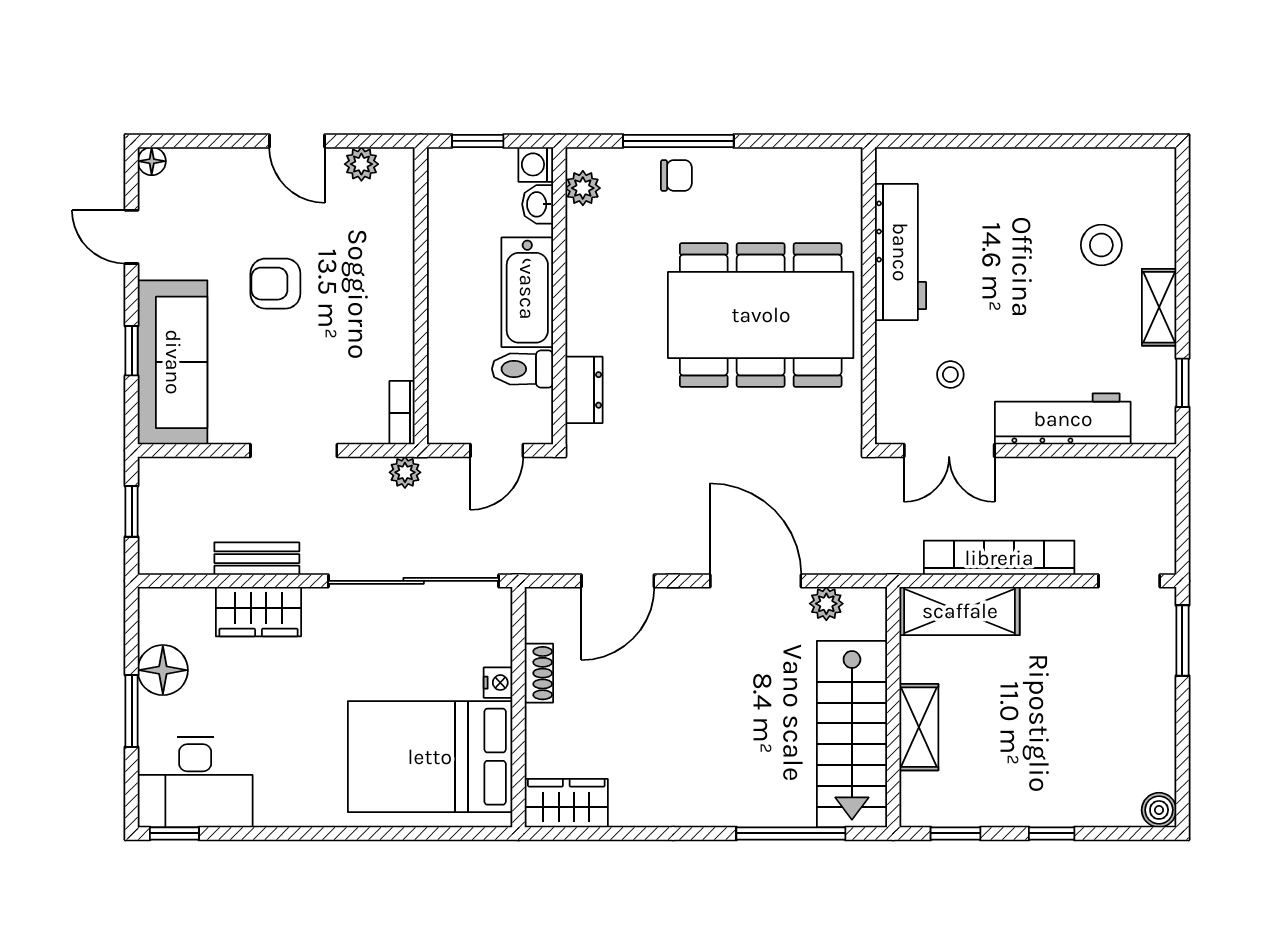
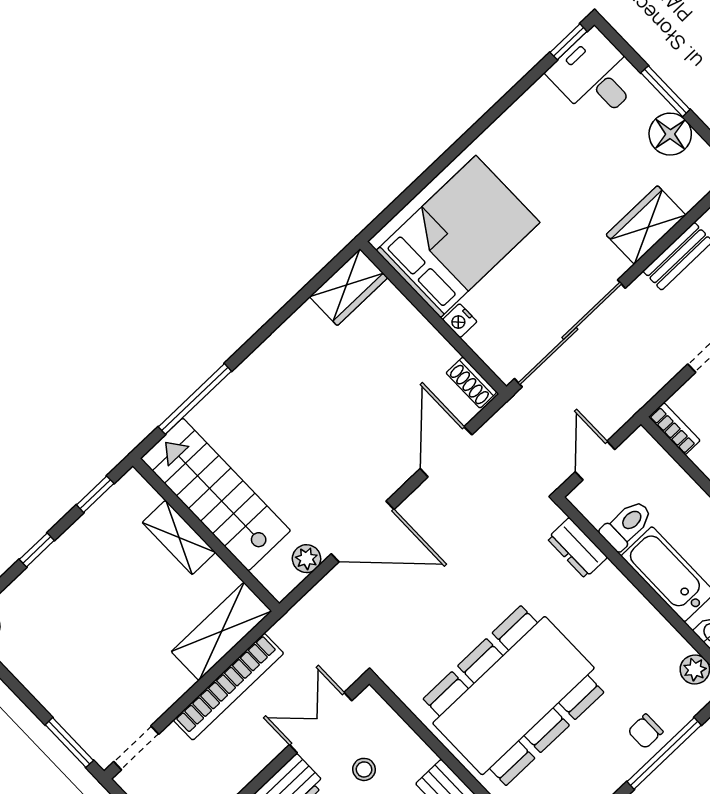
plant: (405, 472) -> (638, 394), removed
shoe rack: (539, 673) -> (471, 383), moved
desk: (195, 782) -> (595, 76), width x0.73

